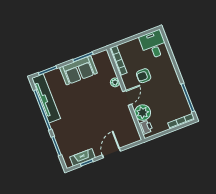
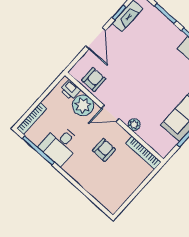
desk: (154, 45) -> (60, 145), moved, turned 90
door: (127, 98) -> (110, 113), hinge flipped
armchair: (127, 126) -> (94, 80), added

